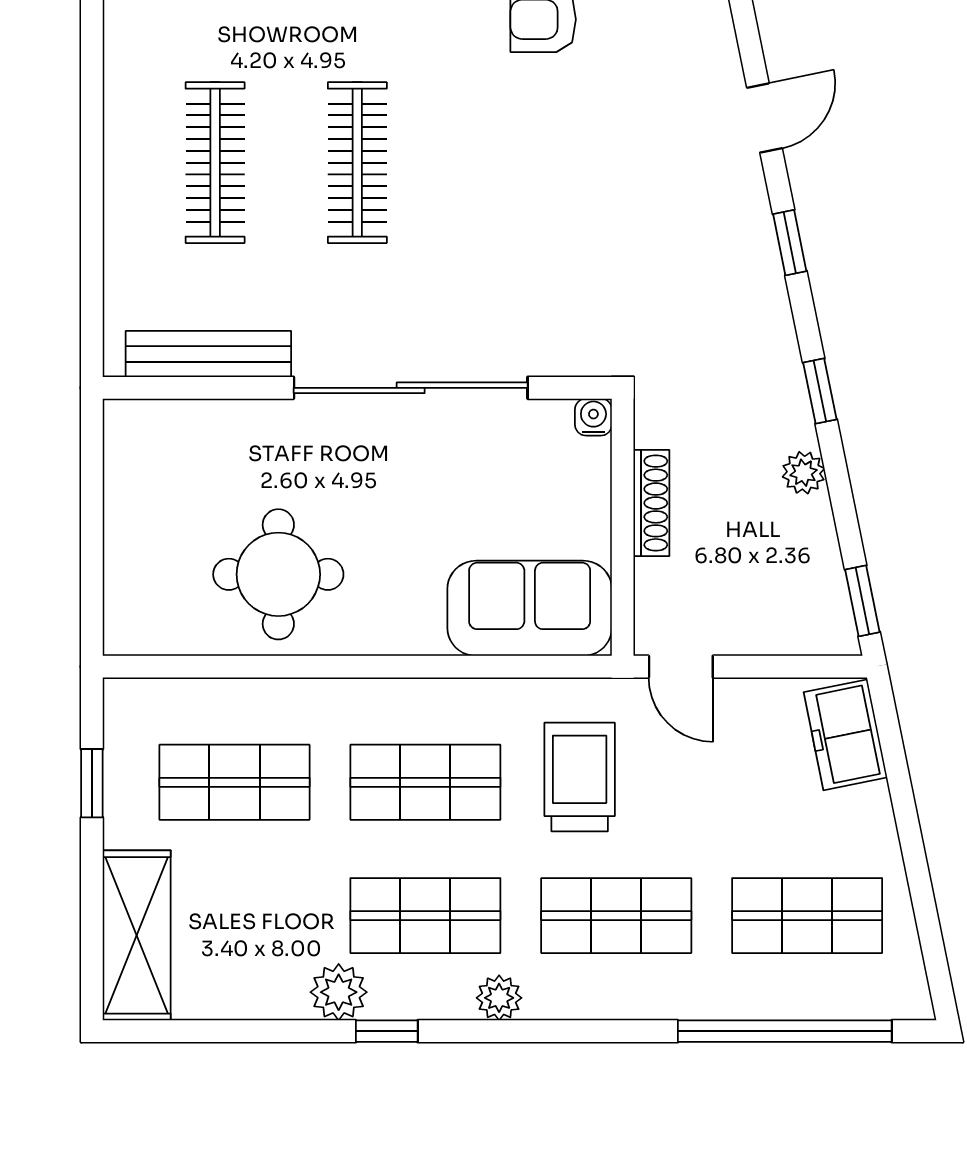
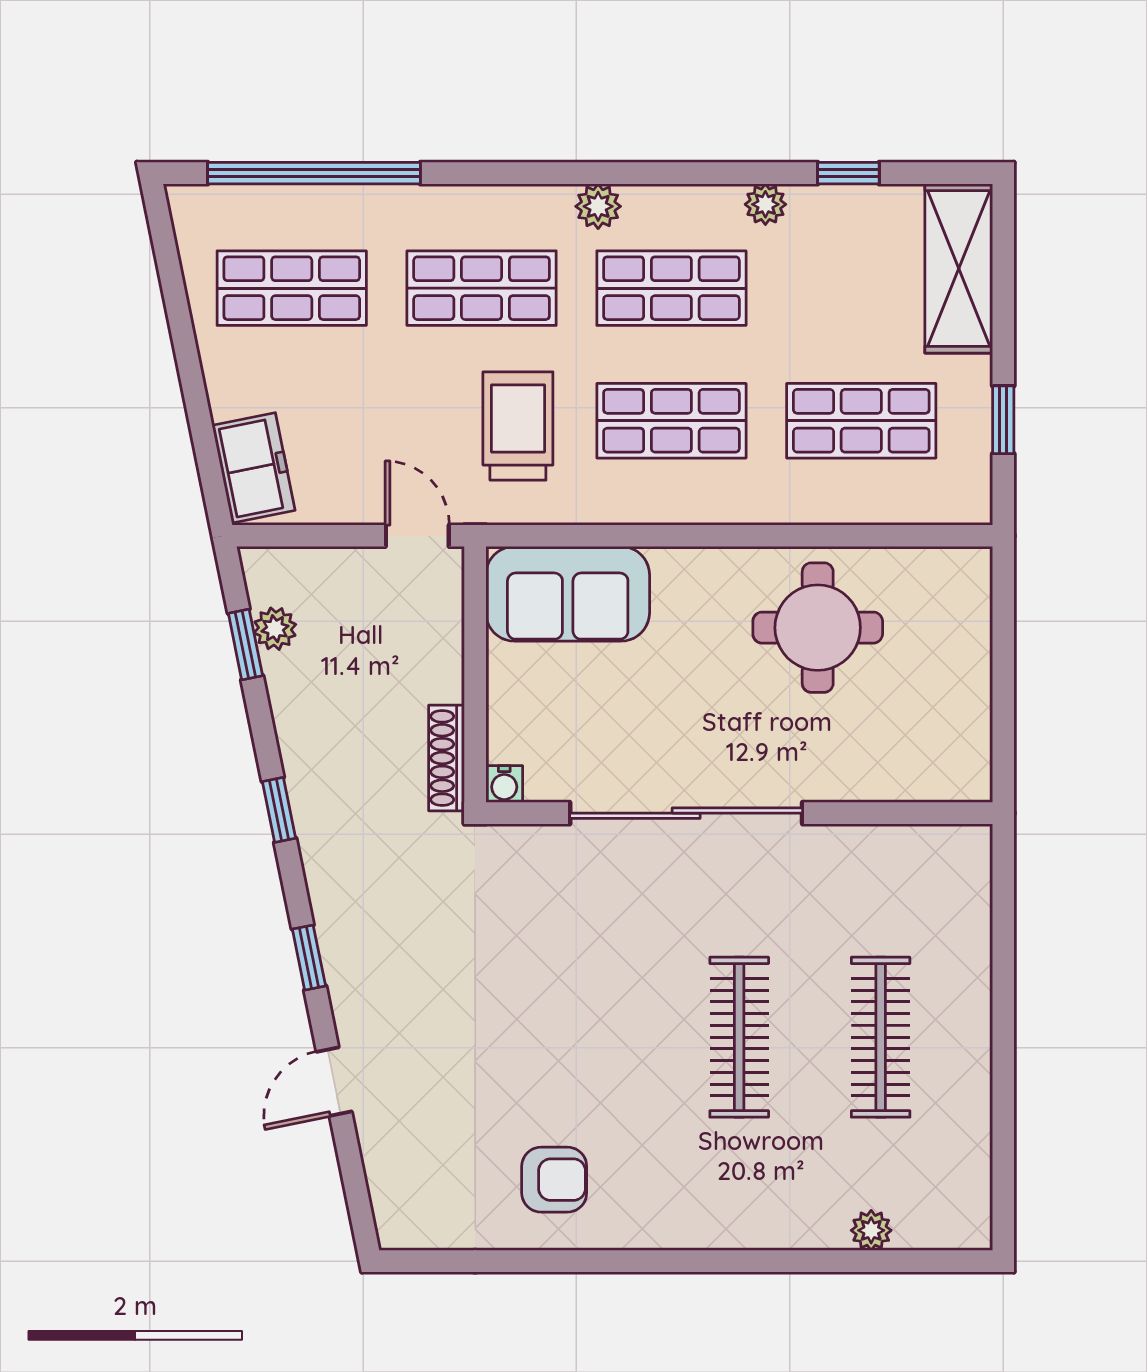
bench: (208, 354) -> (887, 847), removed
plant: (803, 473) -> (275, 629), moved
shoe rack: (651, 503) -> (447, 758), moved
window: (862, 601) -> (245, 645), moved
trolley: (580, 777) -> (518, 426), turned 180
plant: (339, 992) -> (765, 204), width x0.73, depth x0.73
window: (387, 1031) -> (848, 173), moved

